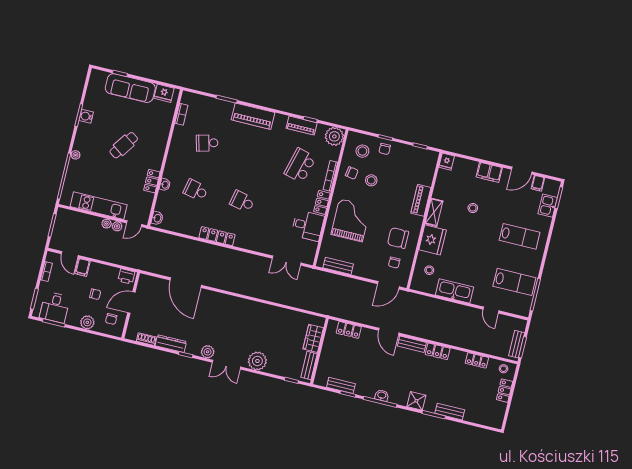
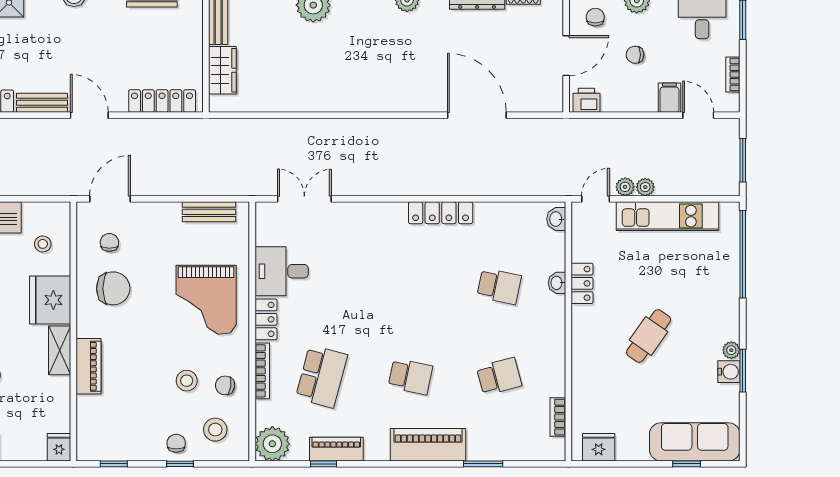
sofa: (130, 88) -> (695, 442), moved
plant: (75, 155) -> (731, 350), moved
school desk: (242, 201) -> (410, 376), moved
locker: (349, 330) -> (162, 101), width x1.53

